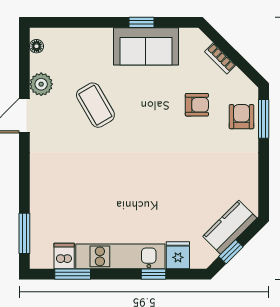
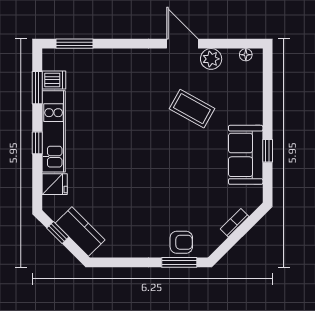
coffee table: (95, 105) -> (192, 109), turned 59
armchair: (197, 105) -> (192, 201), removed
window: (154, 274) -> (37, 143), moved

